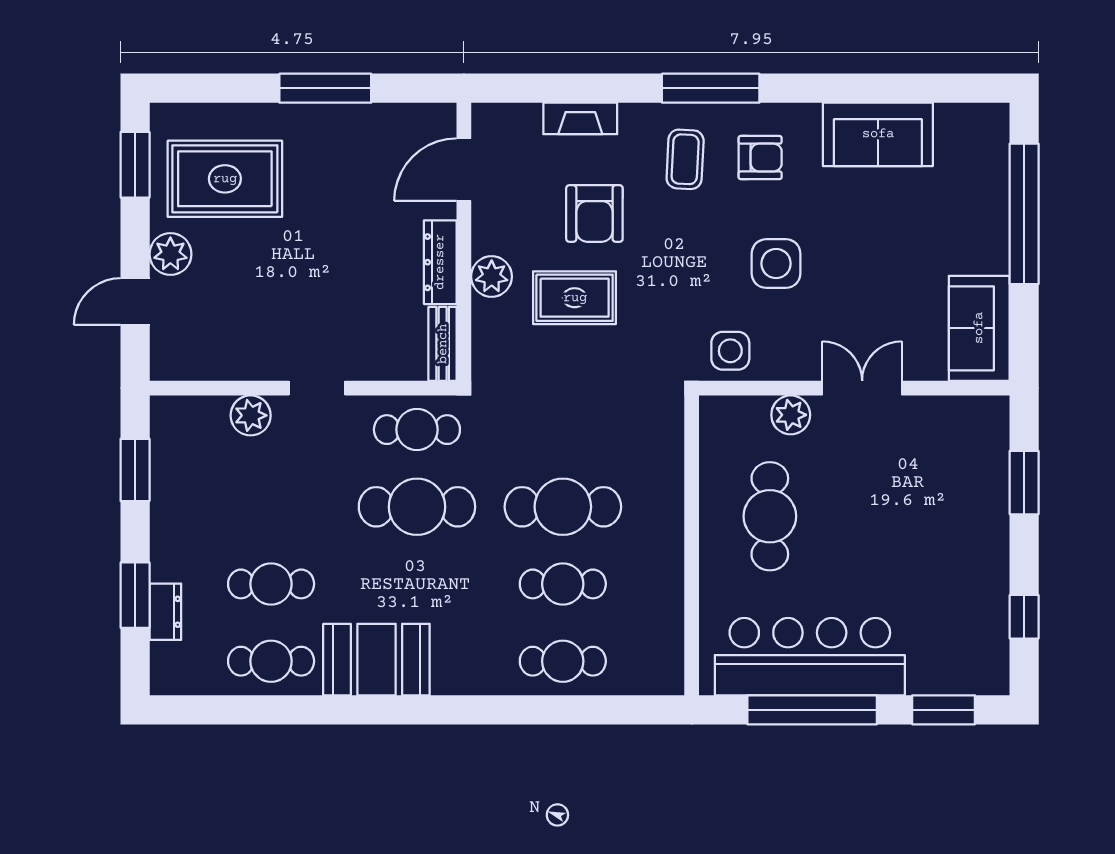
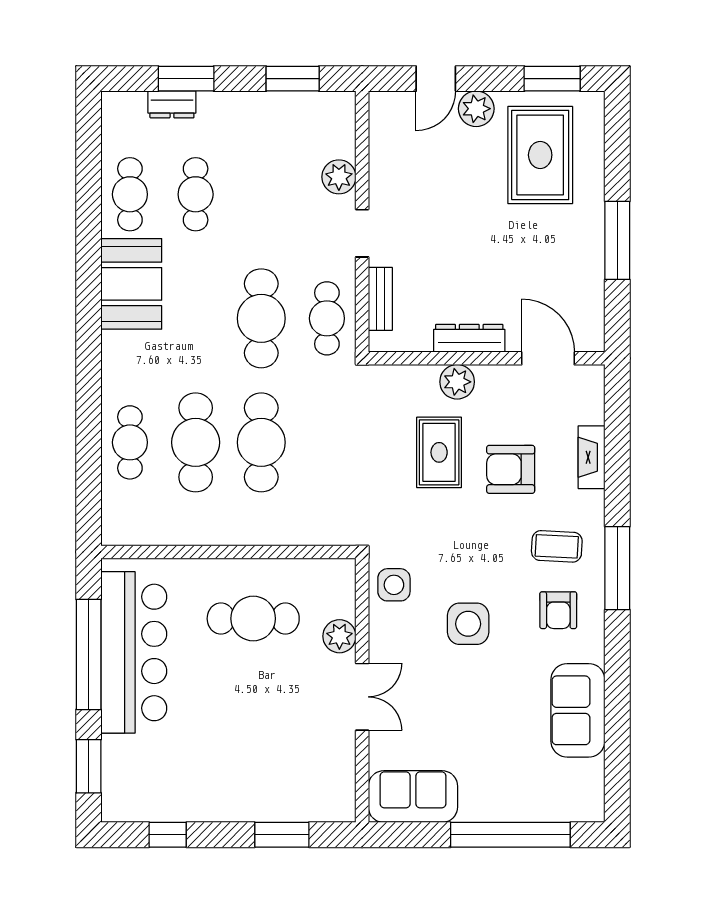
door: (135, 302) -> (436, 79), swing flipped
bench: (443, 344) -> (380, 299), moved, turned 90
cafe table: (563, 584) -> (196, 442), width x1.37, depth x1.35

